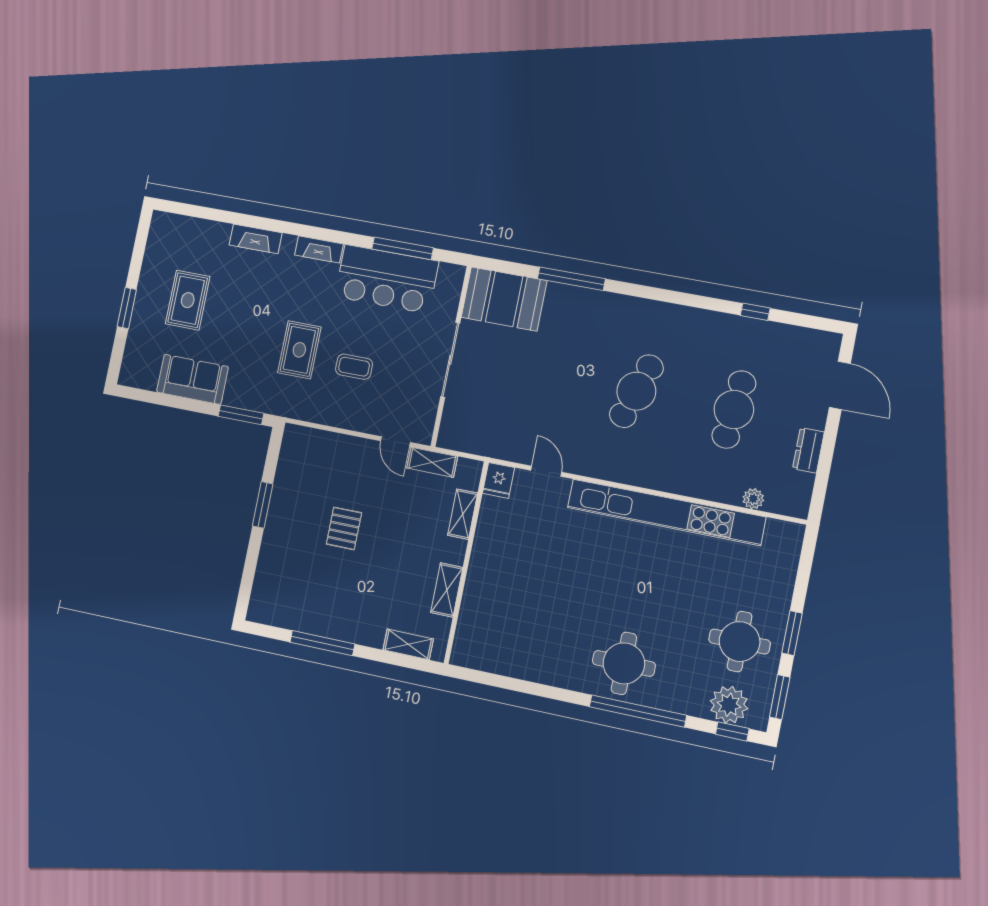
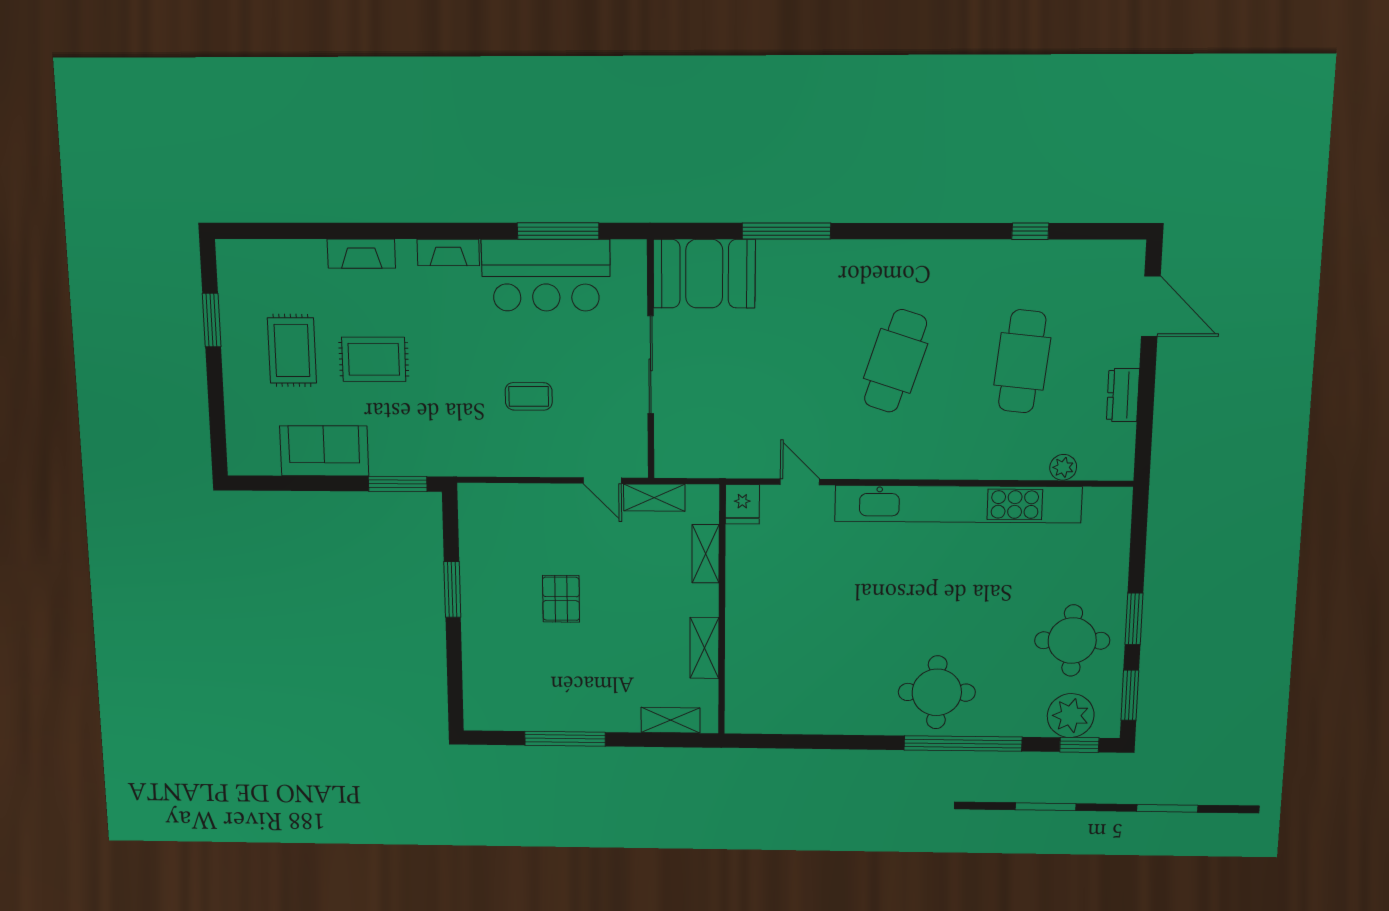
window: (127, 308) -> (212, 320), moved
rug: (299, 350) -> (374, 359), moved, turned 90

